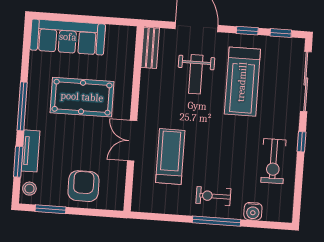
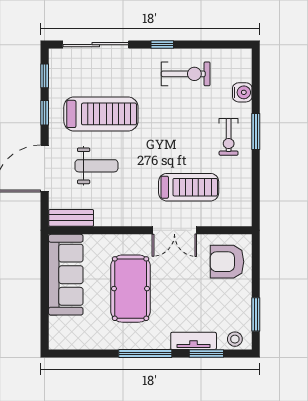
sofa: (68, 37) -> (66, 275), moved
treadmill: (170, 156) -> (189, 187), turned 180
armchair: (83, 186) -> (227, 262), moved
window: (216, 221) -> (256, 132), width x0.69

